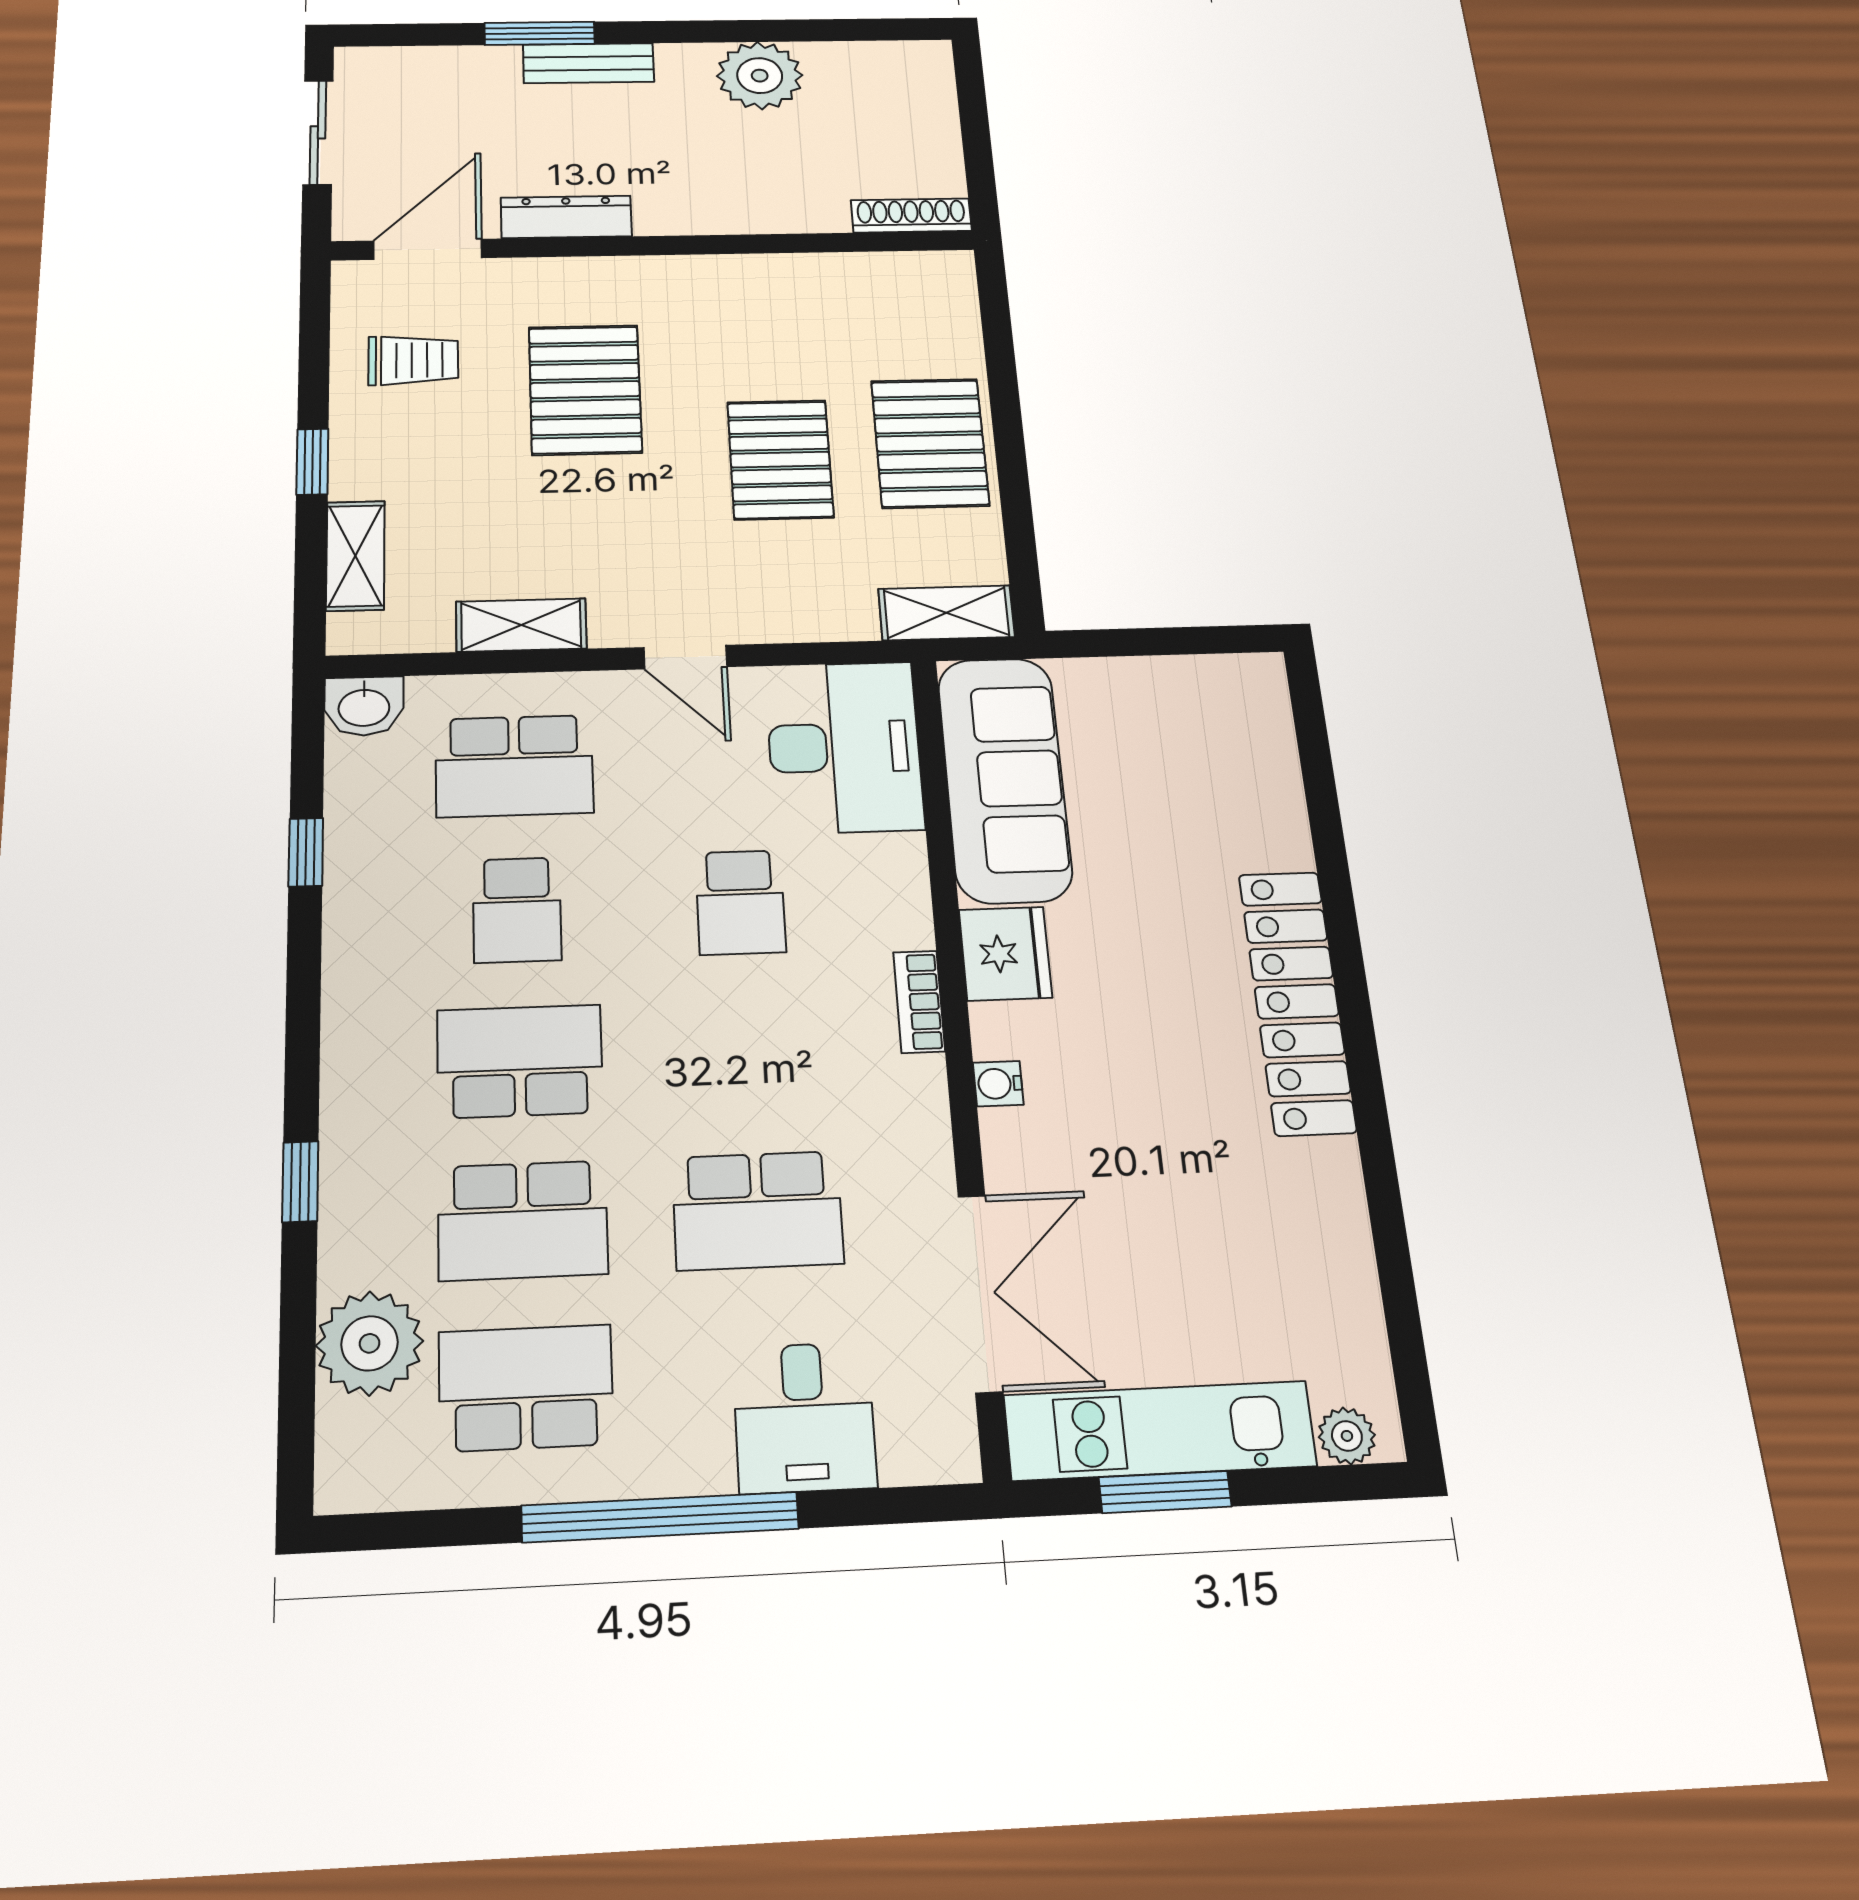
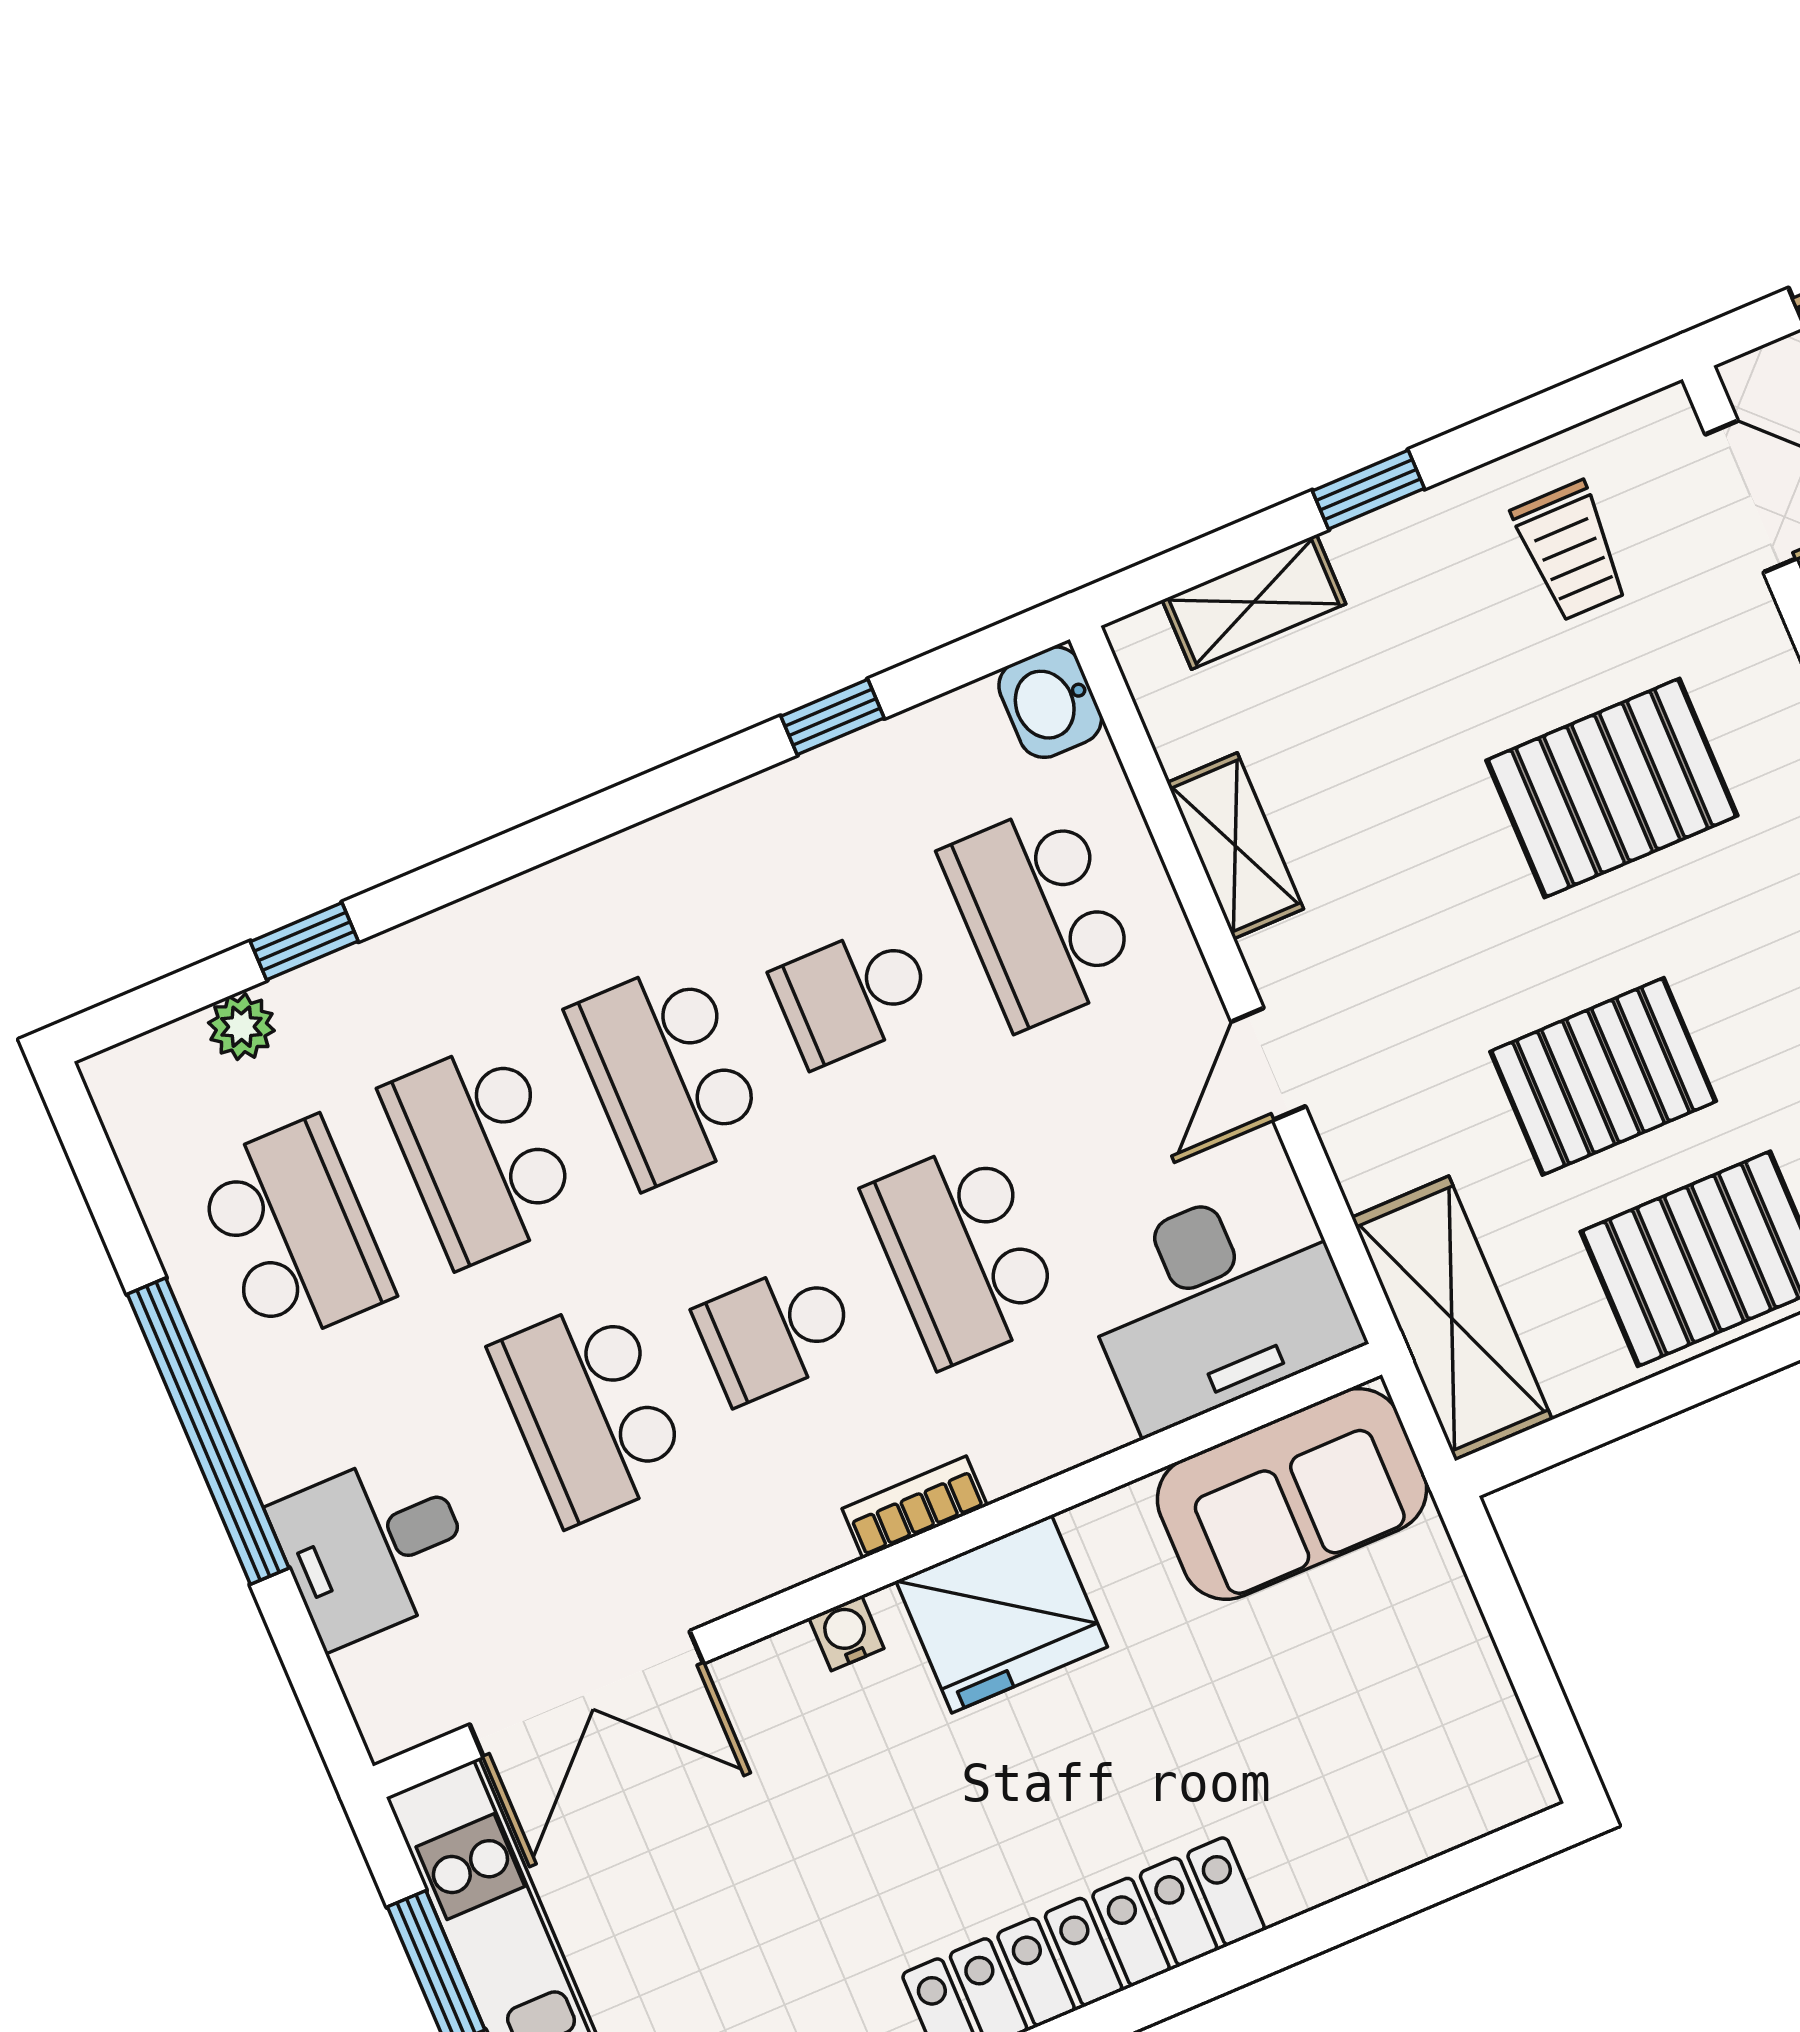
shelving: (946, 613) -> (1452, 1318), width x1.50, depth x1.33
sofa: (1004, 779) -> (1292, 1494), width x0.73
school desk: (740, 902) -> (963, 1253), width x1.85
fridge: (1005, 954) -> (1002, 1614), width x1.36, depth x1.34
school desk: (749, 1053) -> (776, 1332), added
school desk: (520, 1061) -> (667, 1074), turned 180
window: (300, 1182) -> (304, 941), moved
plant: (370, 1343) -> (241, 1027), width x0.53, depth x0.53

